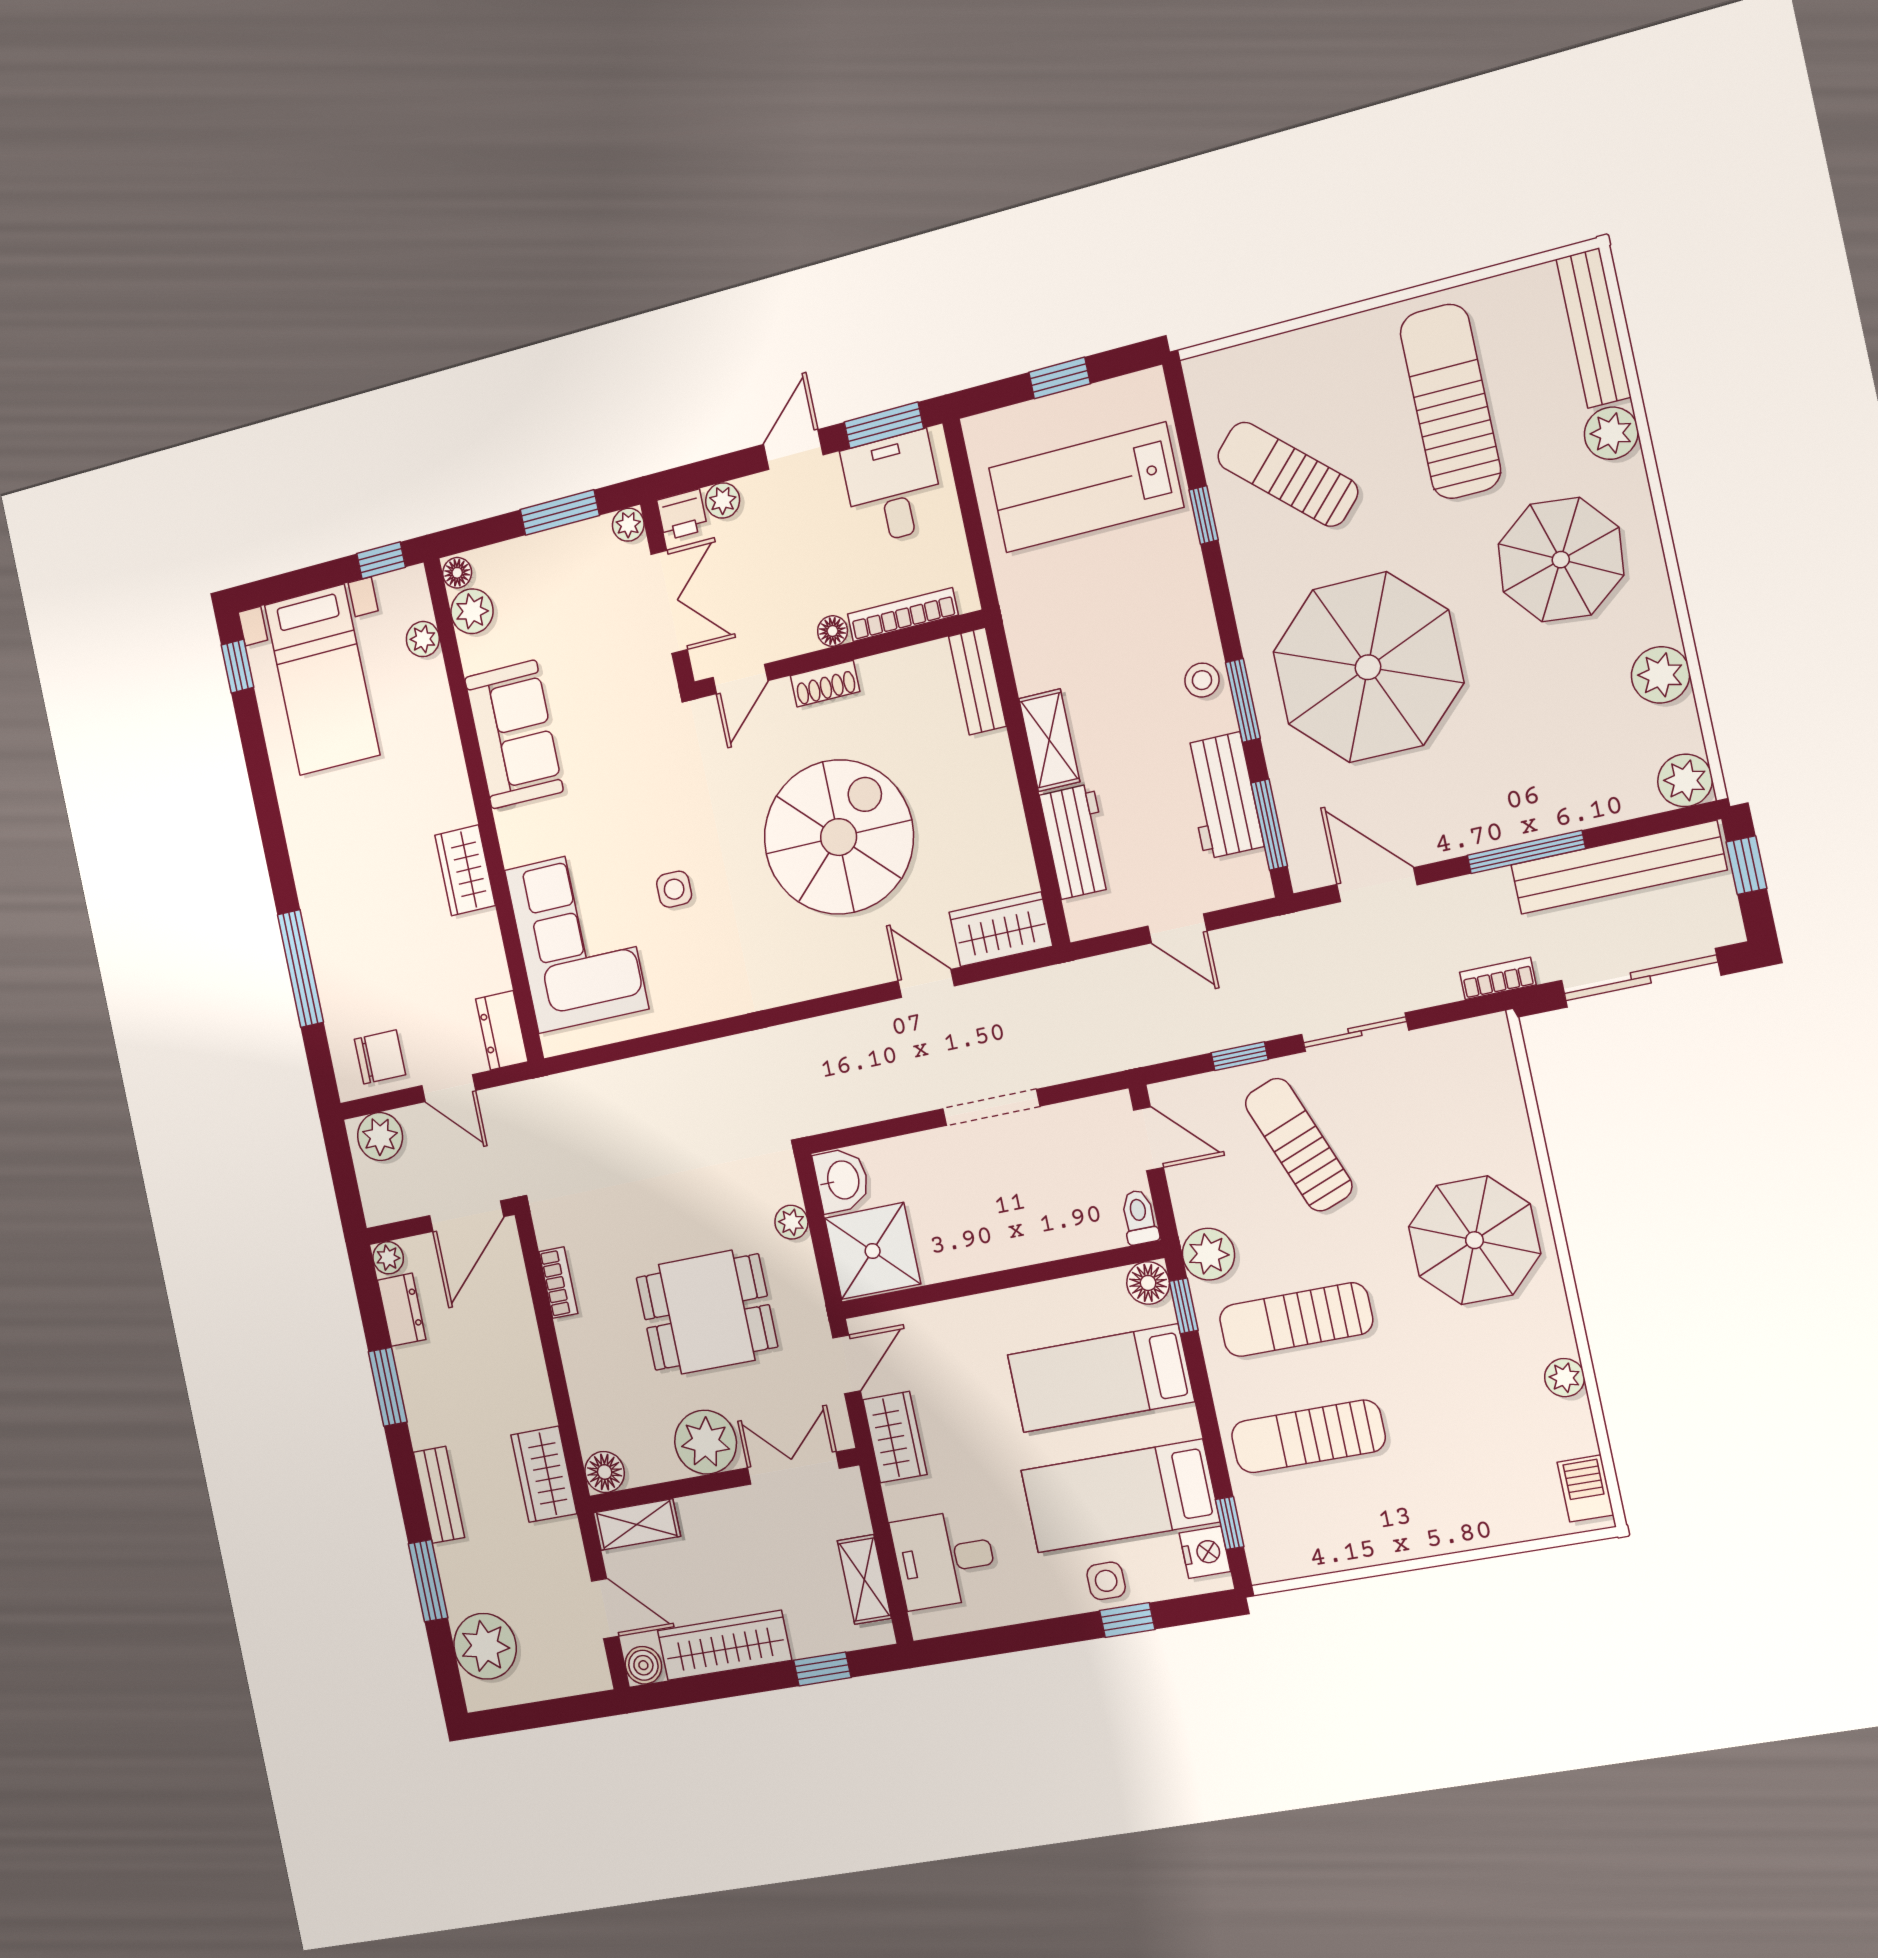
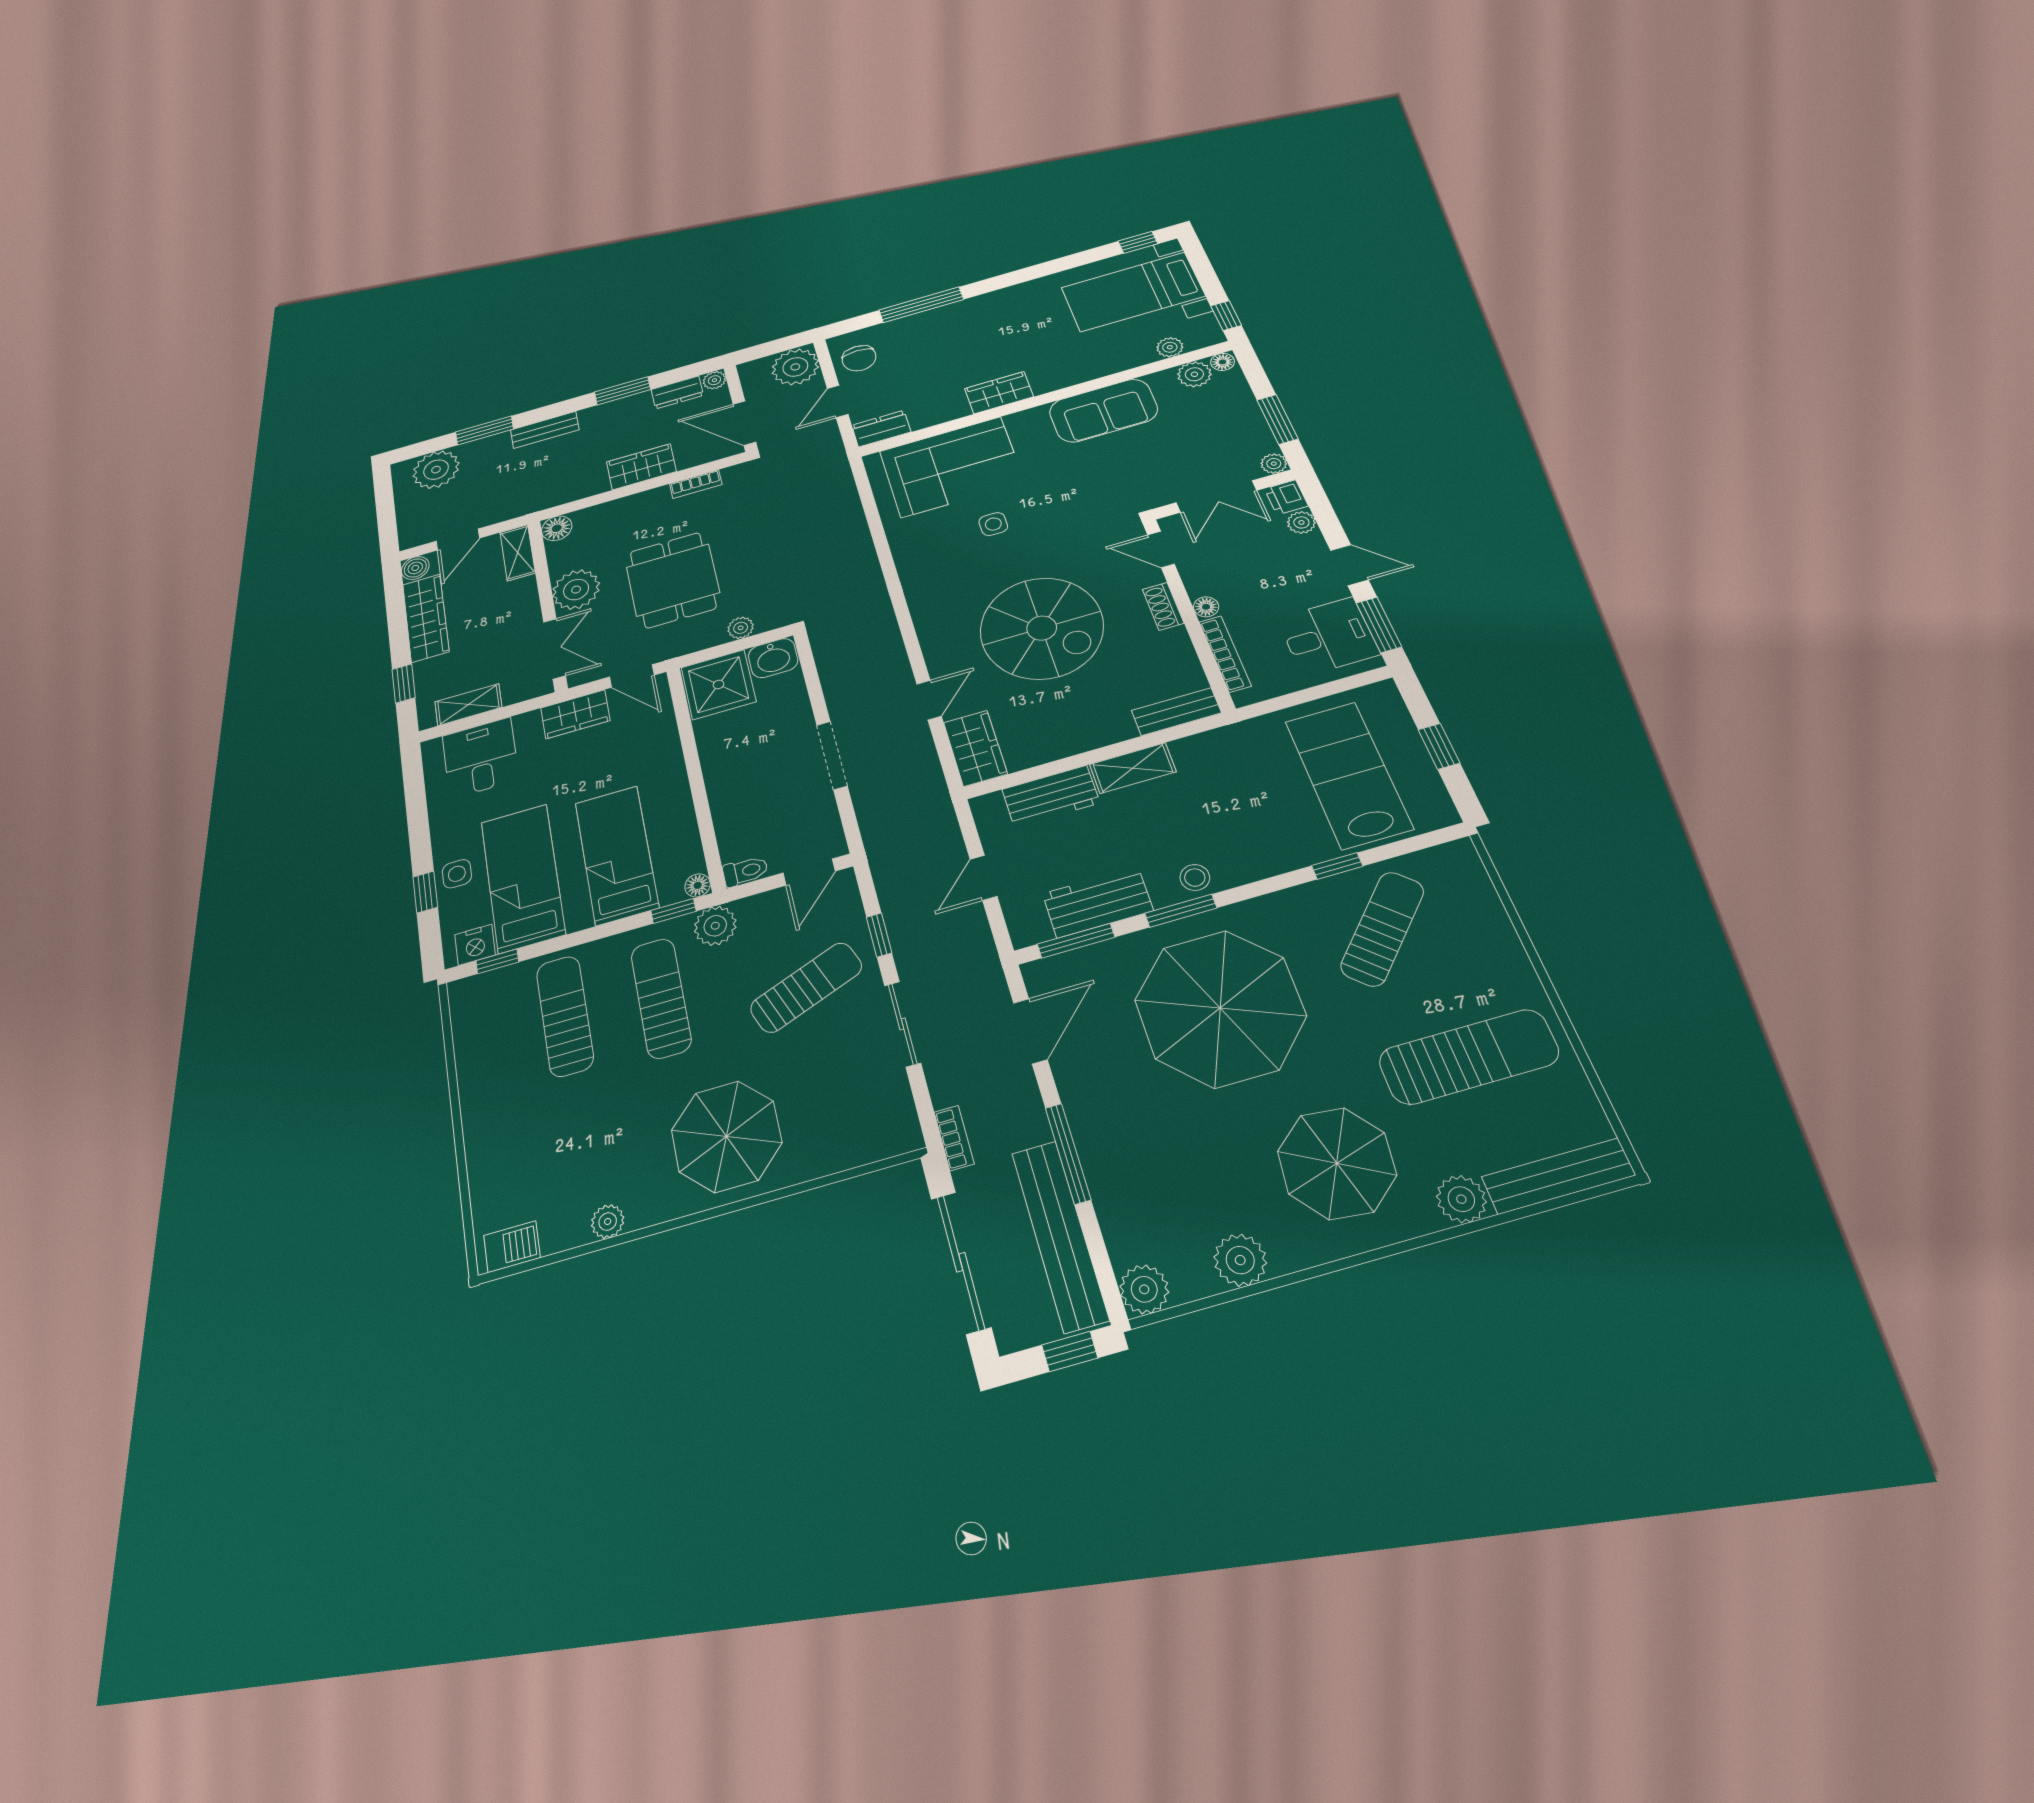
plant: (380, 1137) -> (795, 367), width x1.36, depth x1.36
floor lamp: (1148, 1283) -> (698, 885), width x0.73, depth x0.73
wardrobe: (544, 1474) -> (641, 467), moved

